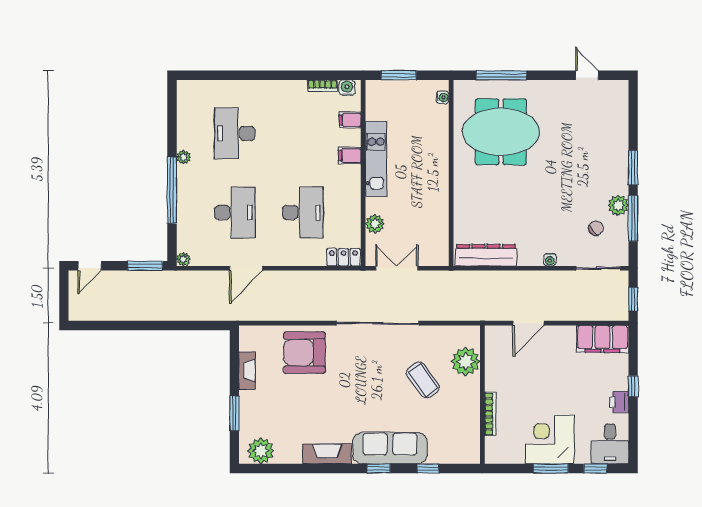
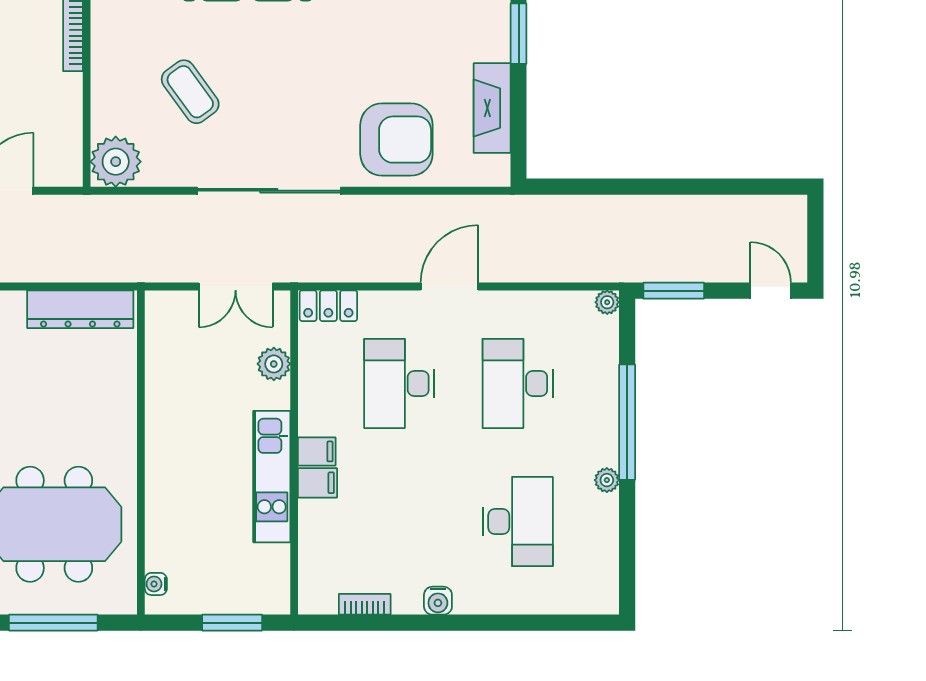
water cooler: (347, 88) -> (438, 601), moved
filing cabinet: (350, 120) -> (317, 451), moved
door: (90, 266) -> (771, 291), hinge flipped
door: (246, 268) -> (449, 287), moved
plant: (466, 361) -> (116, 162), moved
fireplace: (247, 371) -> (492, 108), width x1.37, depth x1.32

